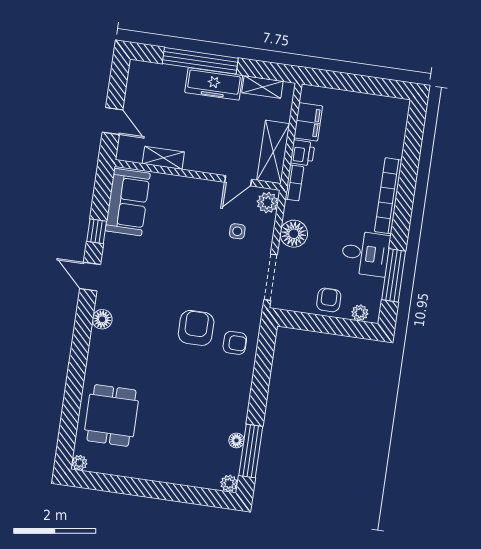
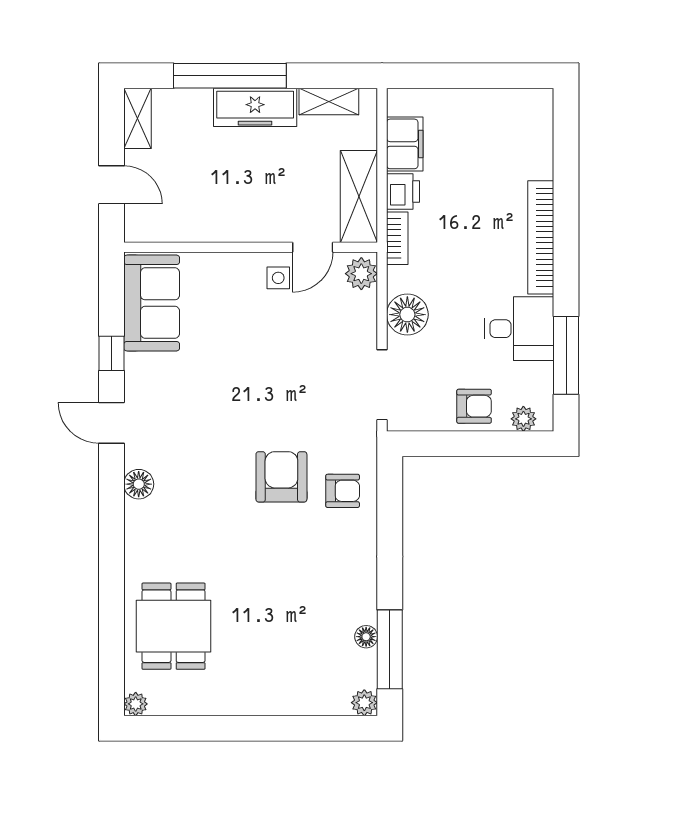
shelving: (163, 158) -> (138, 118), moved, turned 90
side table: (237, 231) -> (278, 278), moved
armchair: (329, 300) -> (474, 406), turned 90

